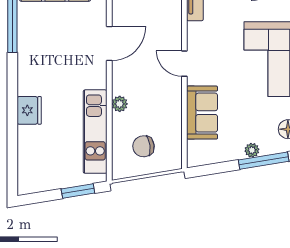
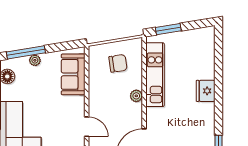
sofa: (202, 113) -> (73, 74), moved

